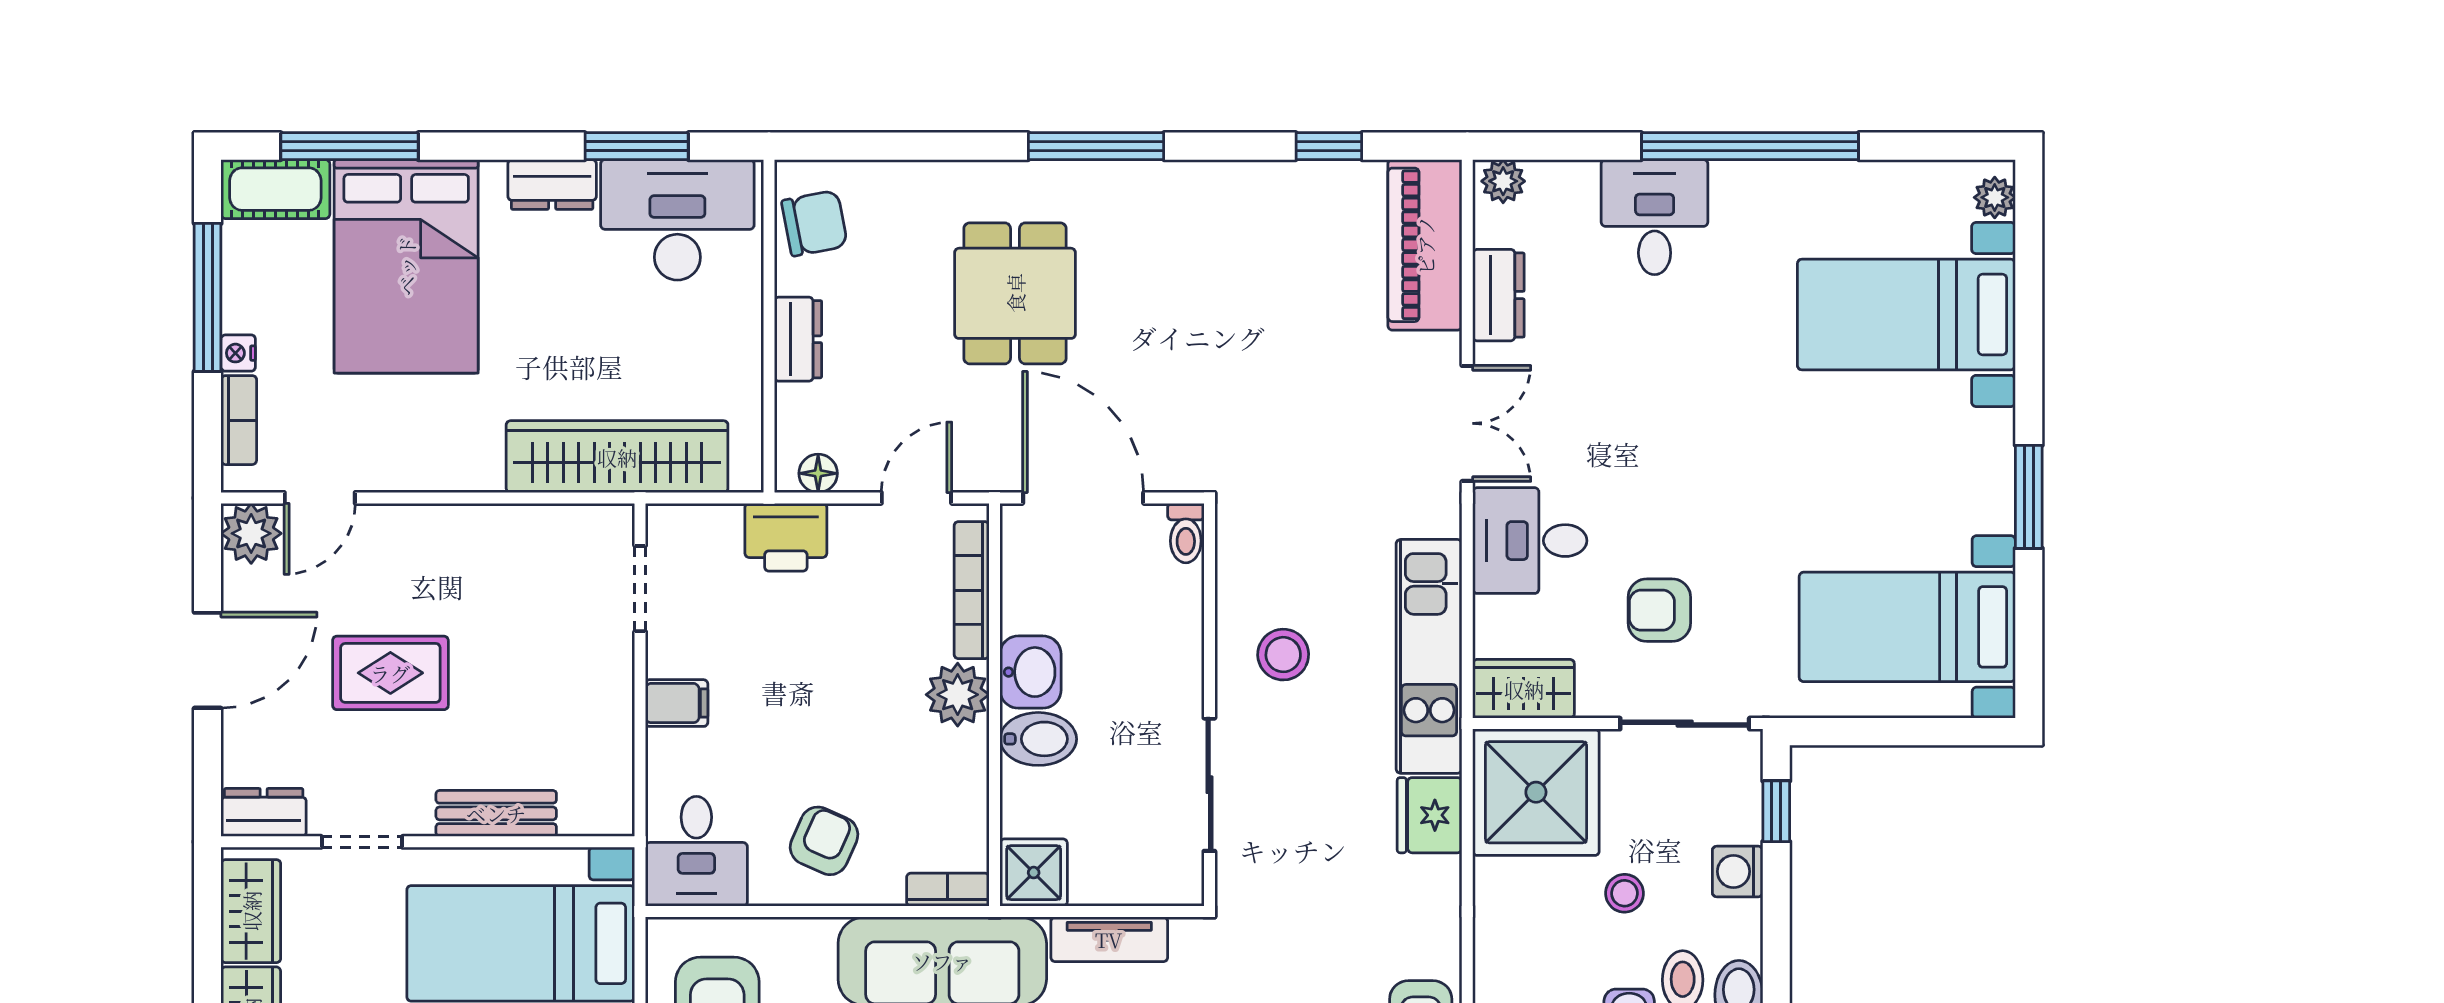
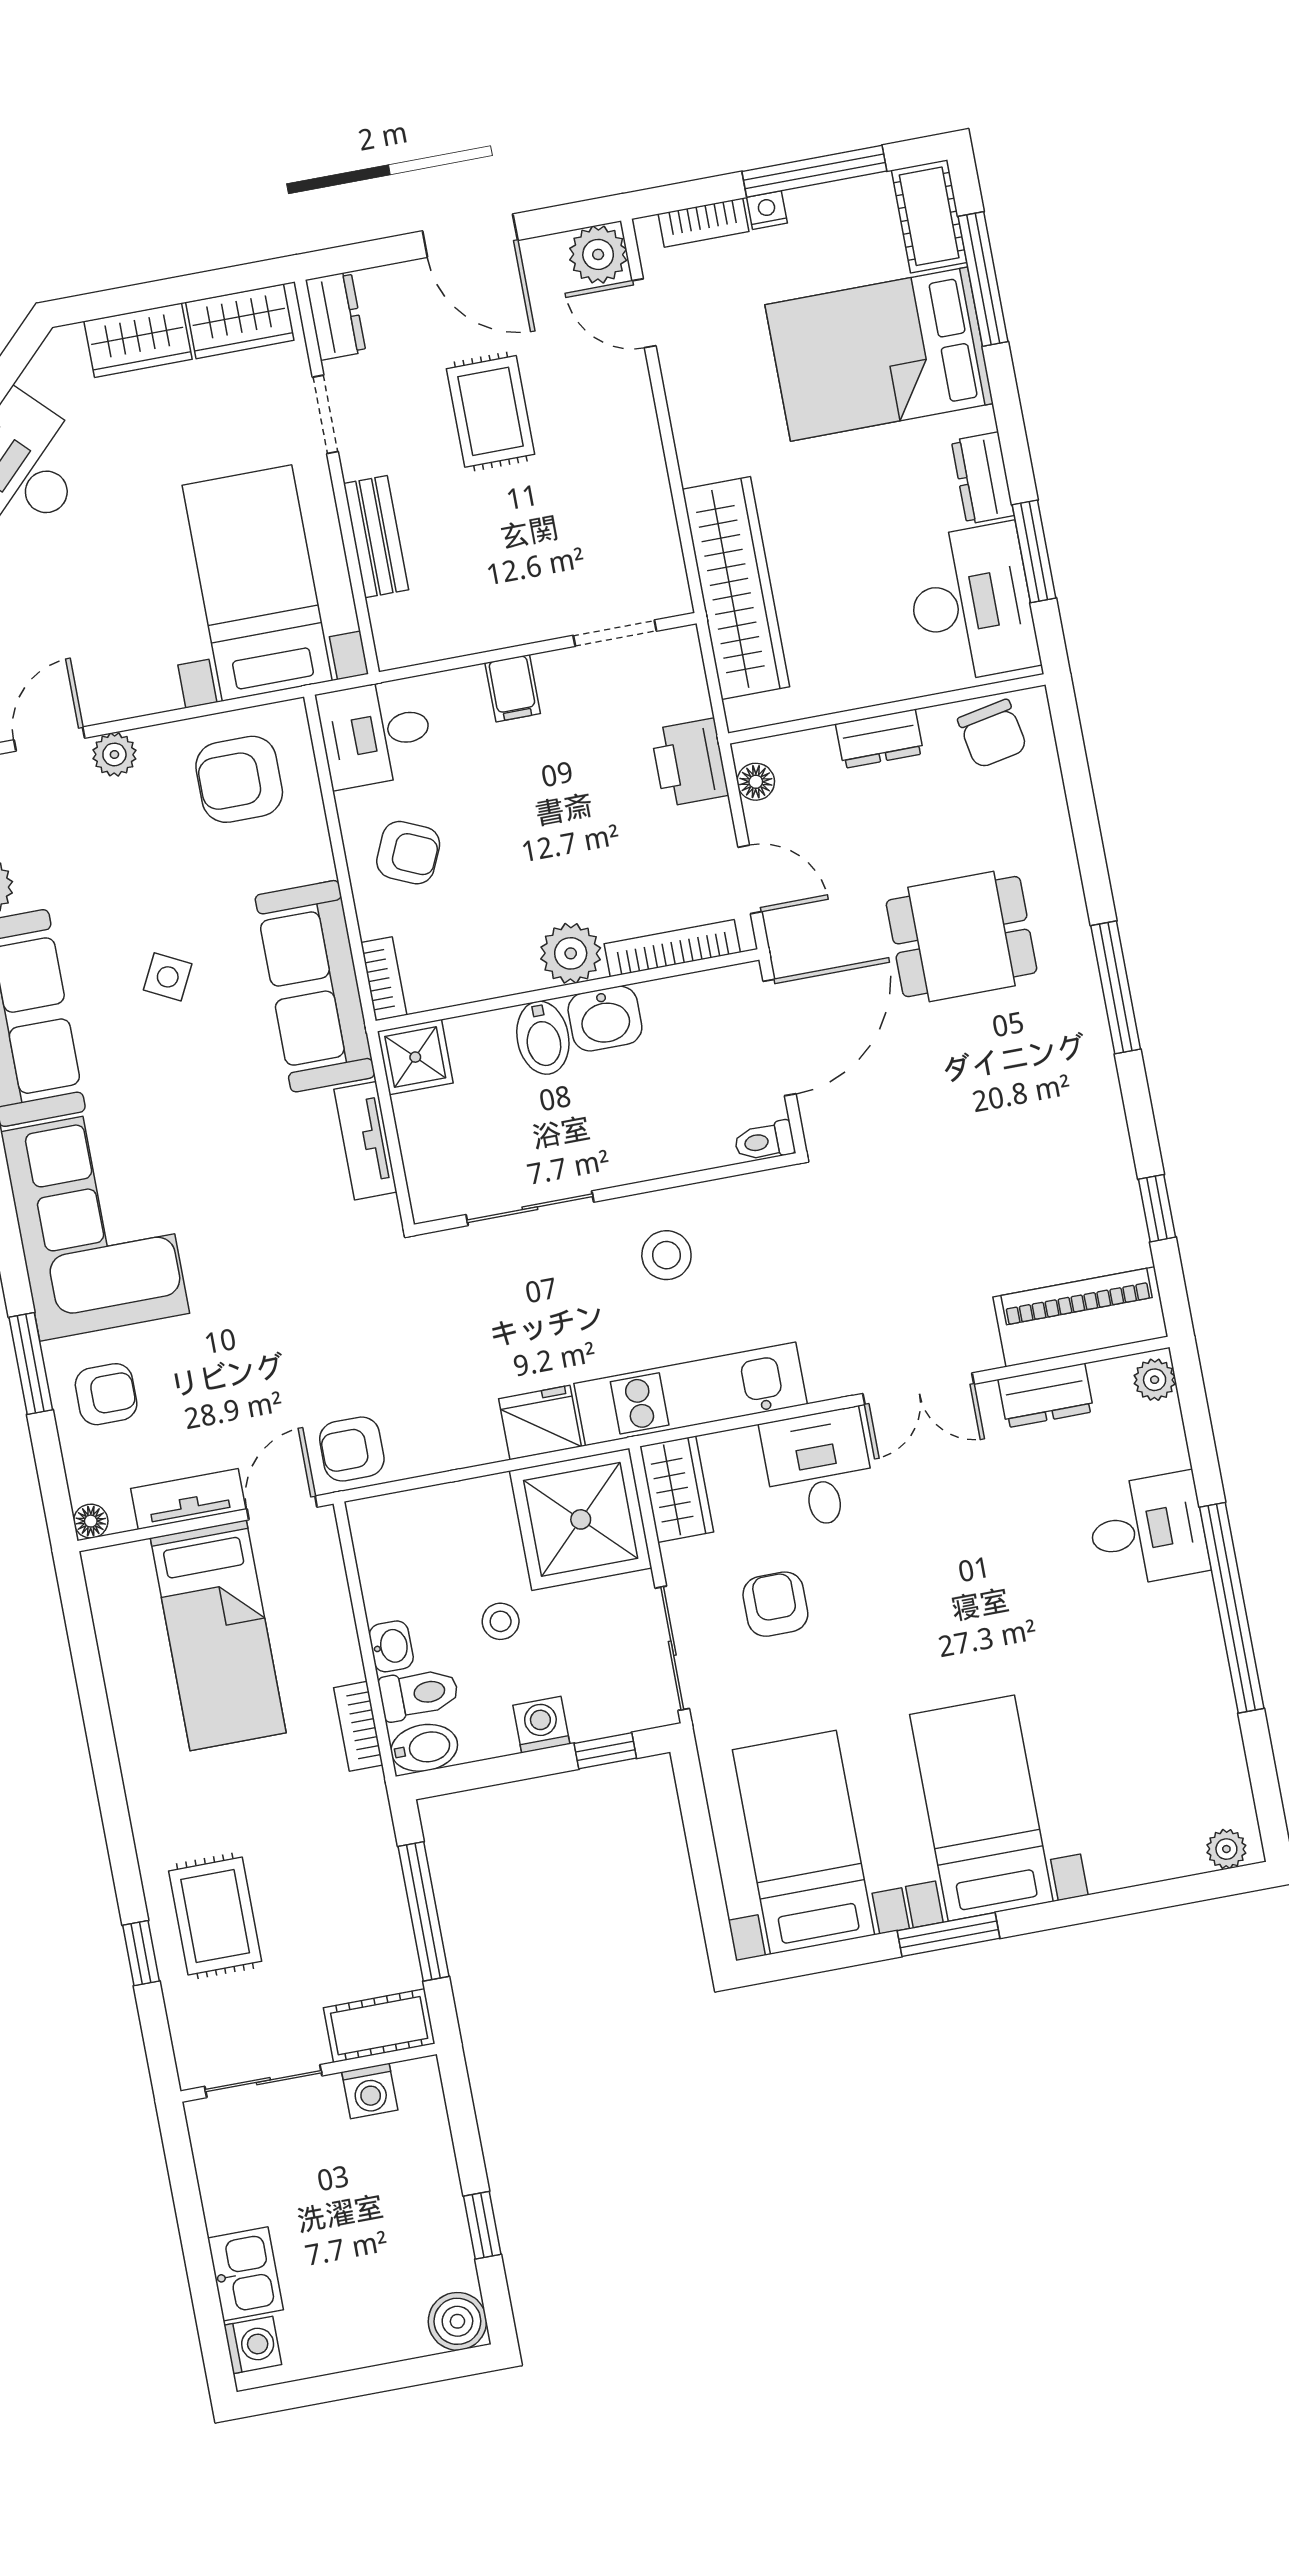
bed with nightstands: (1906, 314) -> (981, 1808), moved

